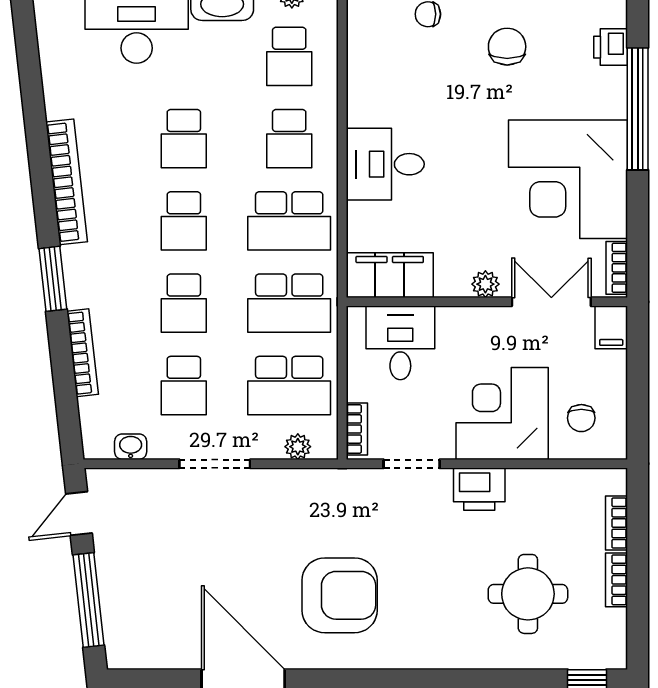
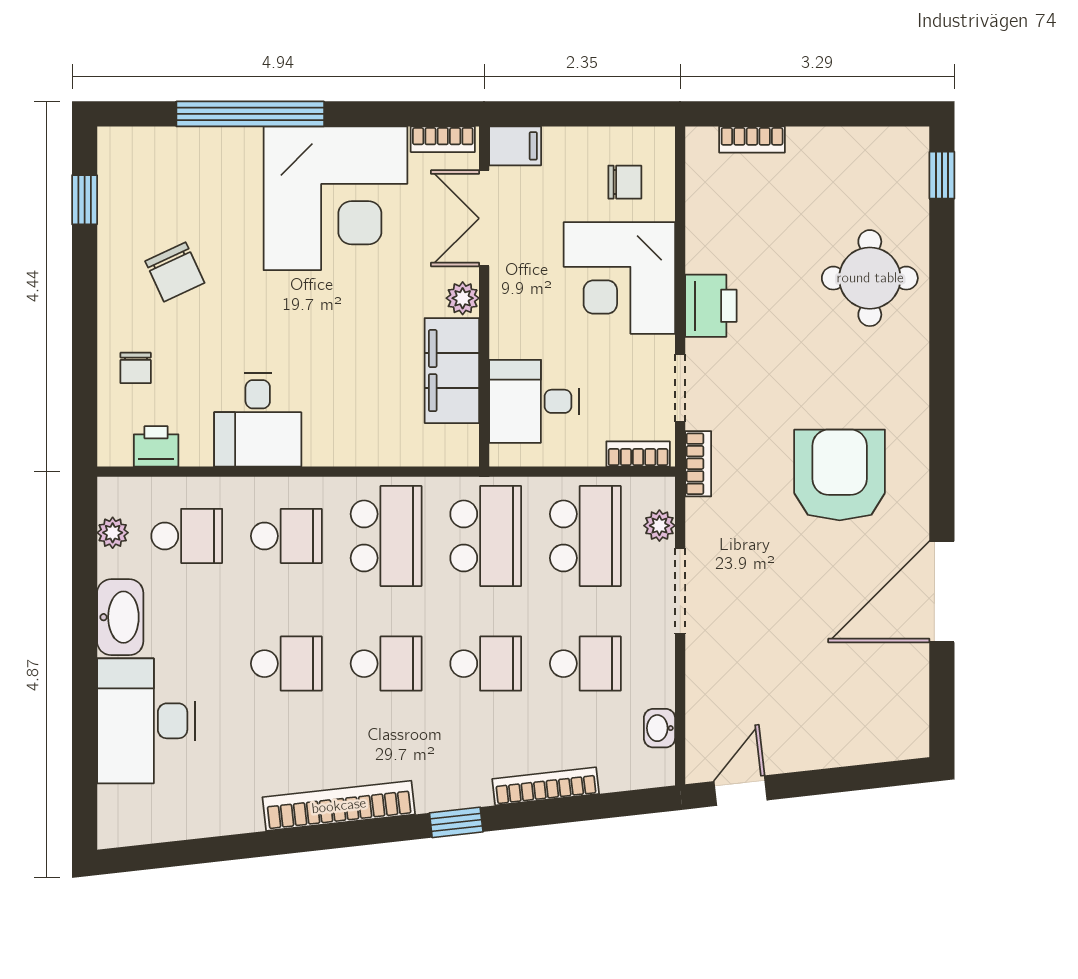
chair: (507, 47) -> (175, 272), turned -115
printer: (611, 47) -> (156, 446), moved, turned 180
desk: (385, 164) -> (258, 420), moved
filing cabinet: (390, 275) -> (452, 371), moved
window: (53, 279) -> (456, 822), width x0.67
doorway: (215, 464) -> (680, 591), moved
door: (79, 513) -> (740, 791), swing flipped
bookcase: (616, 580) -> (698, 464), moved, turned -90
round table: (528, 594) -> (870, 278), moved
window: (89, 600) -> (845, 779), removed

